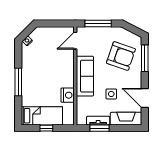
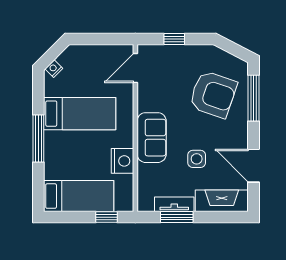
window: (98, 23) -> (174, 39), width x0.46
bed: (43, 67) -> (80, 114), added
sofa: (85, 76) -> (152, 138), width x0.73
window: (46, 128) -> (107, 217), moved

